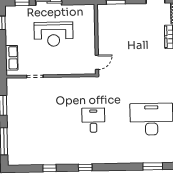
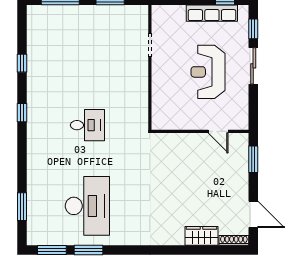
row of seats: (12, 58) -> (212, 13), moved, width x1.48
door: (97, 62) -> (218, 131), moved

